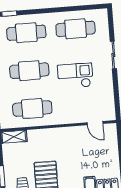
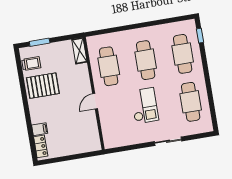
door: (95, 123) -> (95, 101), moved

